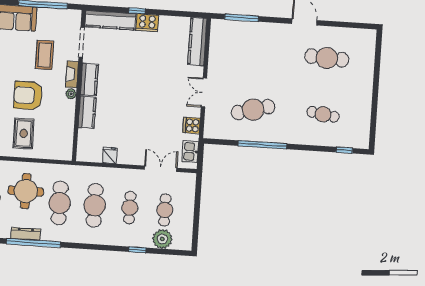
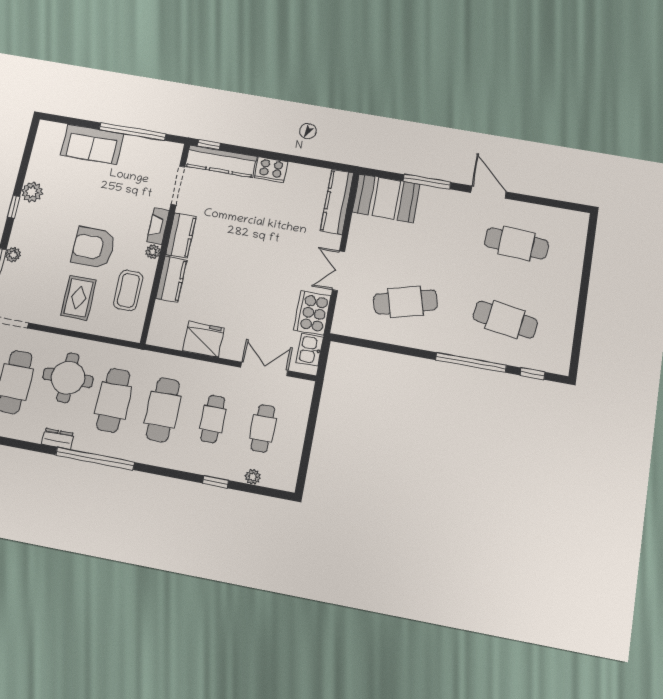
window: (137, 11) -> (209, 145), moved
window: (242, 18) -> (427, 182), moved
booth: (232, 35) -> (386, 198), added
coffee table: (45, 55) -> (128, 290), moved
cafe table: (323, 114) -> (505, 320), width x1.37, depth x1.35
cooker: (192, 125) -> (312, 313), width x1.87, depth x1.31
window: (262, 145) -> (471, 362), moved
fridge: (110, 155) -> (203, 339), width x1.88, depth x1.34
dresser: (26, 234) -> (58, 439), width x0.70
plant: (162, 239) -> (253, 477), width x0.53, depth x0.53
window: (34, 243) -> (95, 459), moved

